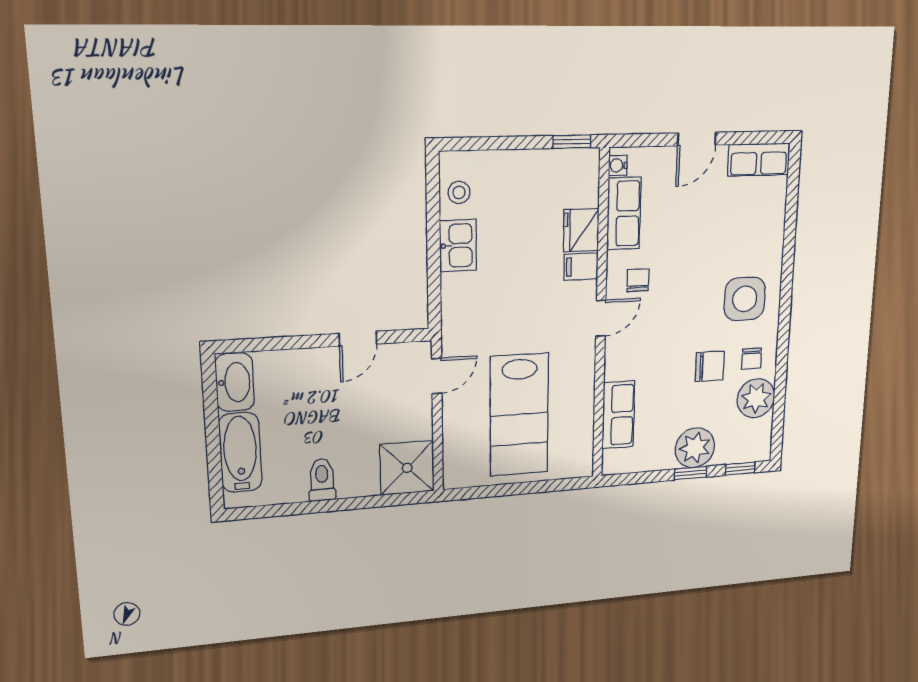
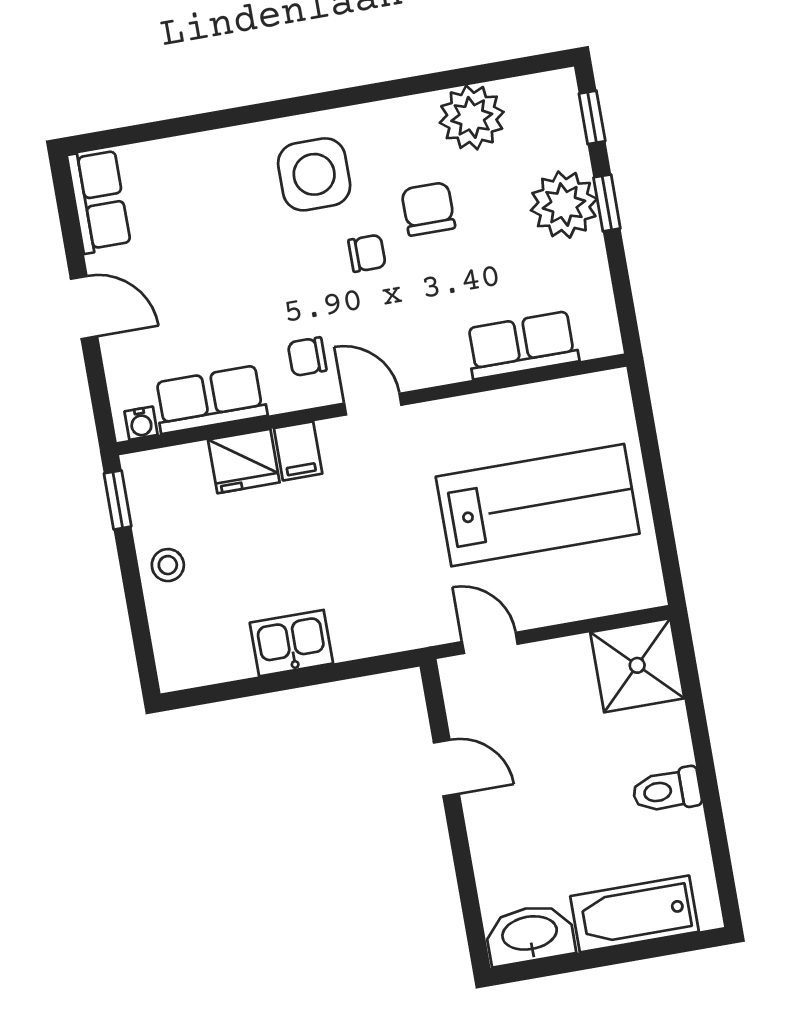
stool: (459, 192) -> (168, 565), moved
chair: (752, 358) -> (367, 253), moved

